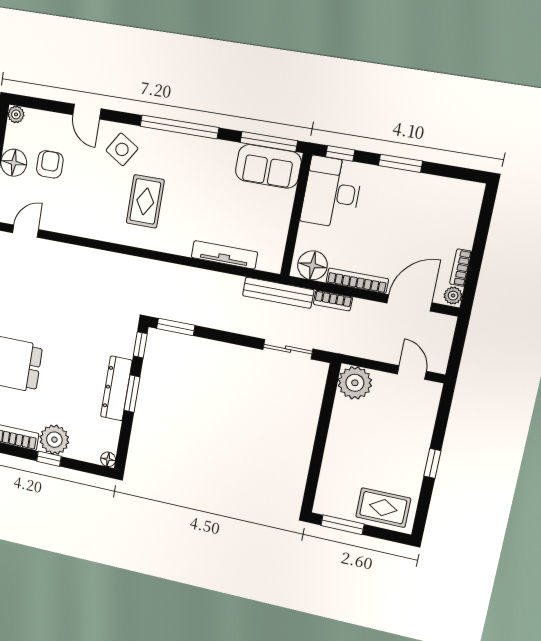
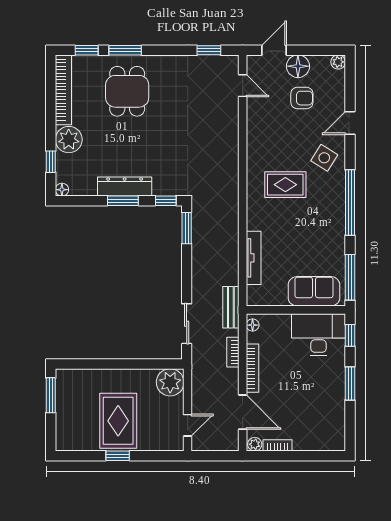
sofa: (268, 166) -> (314, 291), moved, turned 90
floor lamp: (313, 265) -> (253, 325), width x0.53, depth x0.53
bench: (278, 293) -> (231, 307), width x0.73
window: (49, 459) -> (51, 162), moved
rug: (383, 508) -> (118, 421), moved, width x1.36, depth x1.43

